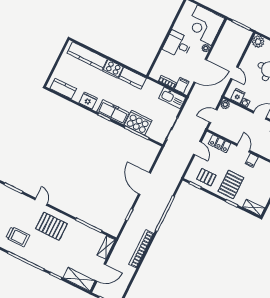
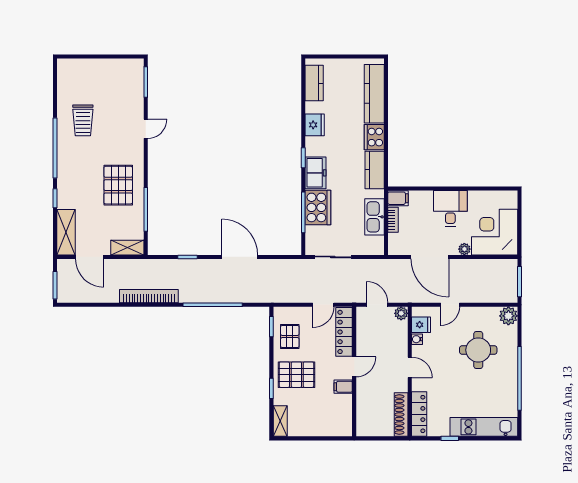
filing cabinet: (182, 85) -> (398, 198), moved
kitchen sink: (172, 98) -> (374, 217), moved
freezer: (113, 112) -> (315, 173), width x0.71
locker: (220, 144) -> (344, 332), width x1.53
door: (145, 184) -> (240, 257), hinge flipped
pallet: (51, 226) -> (118, 185), moved

